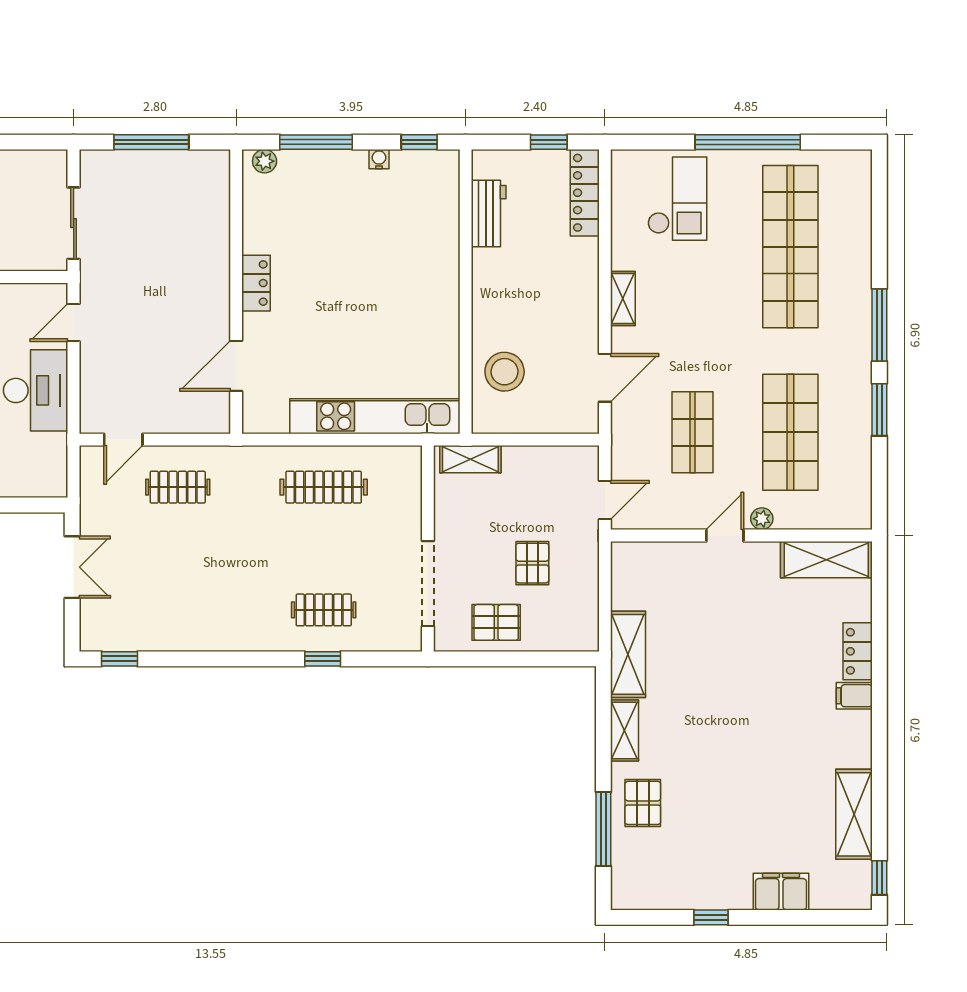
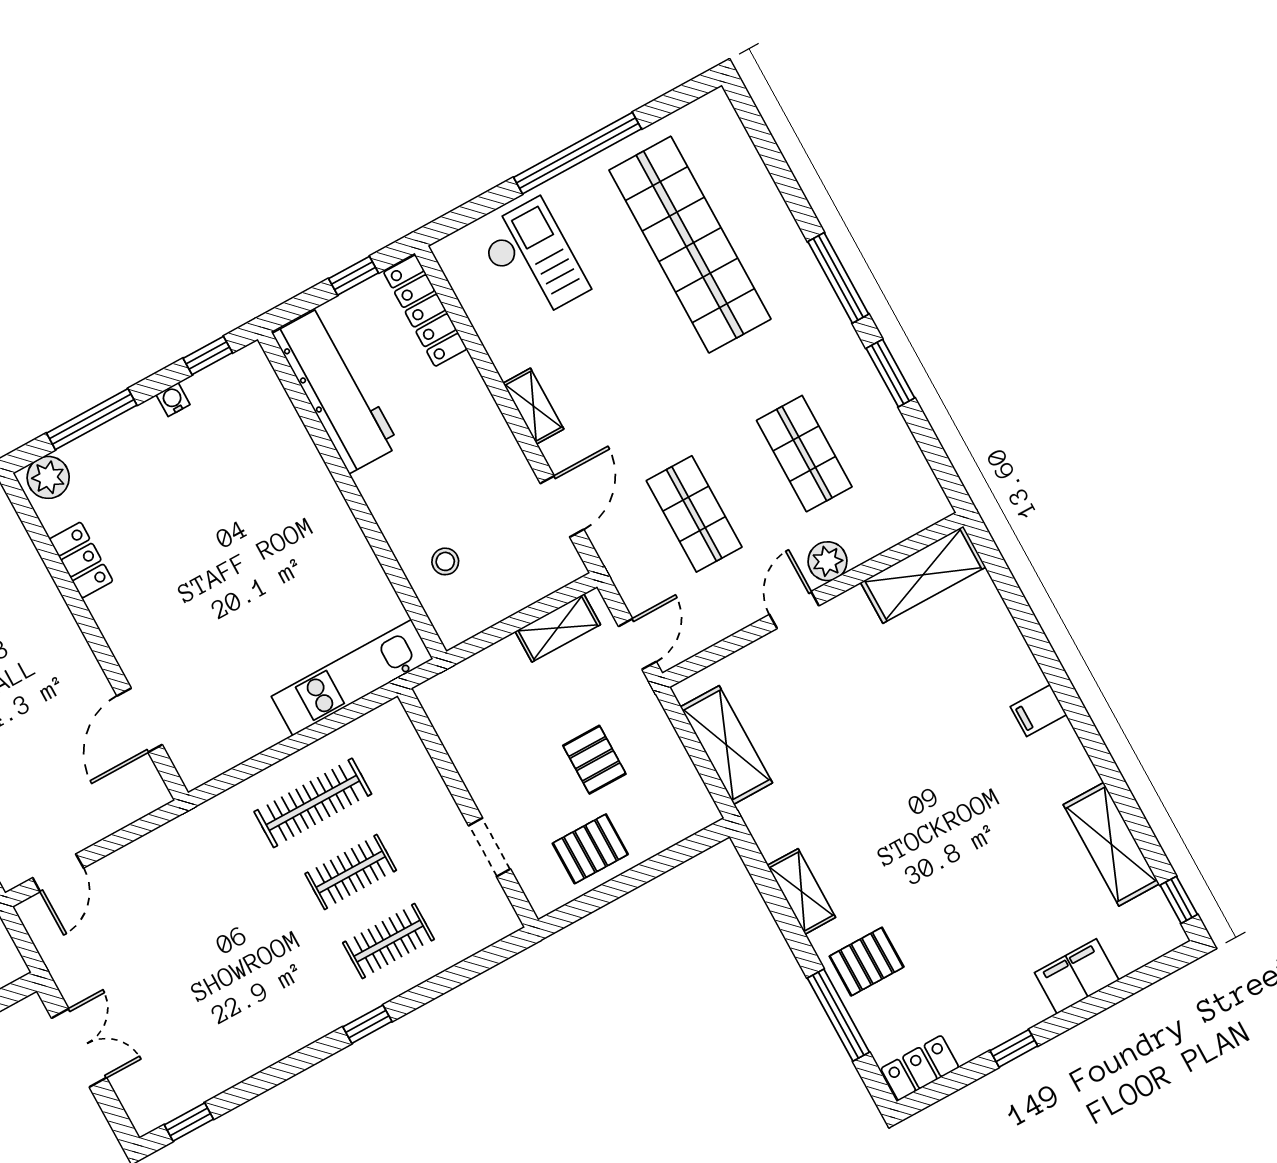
plant: (265, 161) -> (48, 477), width x1.38, depth x1.38
workbench: (489, 213) -> (336, 390), width x1.88, depth x1.32
locker: (256, 283) -> (81, 560), moved
stool: (505, 372) -> (445, 561), width x0.53, depth x0.53
kitchen unit: (375, 416) -> (352, 678), width x0.73
shop shelf: (790, 432) -> (804, 454), width x0.70, depth x0.74
shelving: (470, 459) -> (558, 628), moved
clothes rail: (178, 487) -> (351, 872), moved
plant: (762, 519) -> (827, 561), width x1.38, depth x1.38
doorway: (428, 584) -> (490, 847), width x0.53
locker: (858, 651) -> (920, 1068), moved, turned 90
shelving: (628, 654) -> (726, 745), moved
window: (323, 659) -> (367, 1024), moved
pallet: (643, 803) -> (867, 962), turned 90

